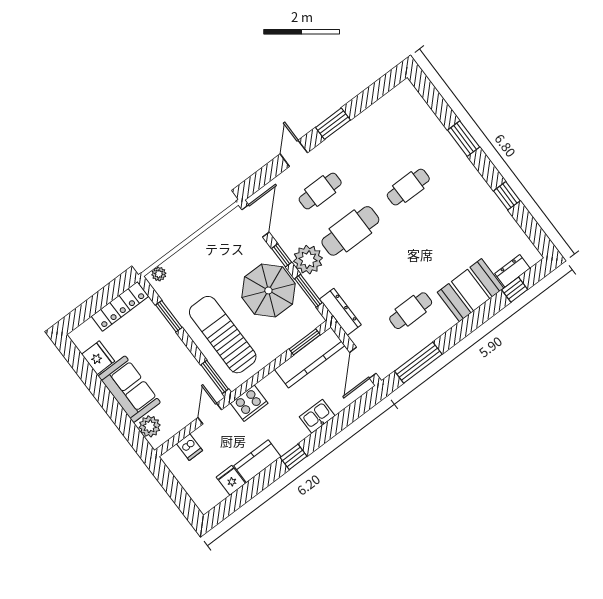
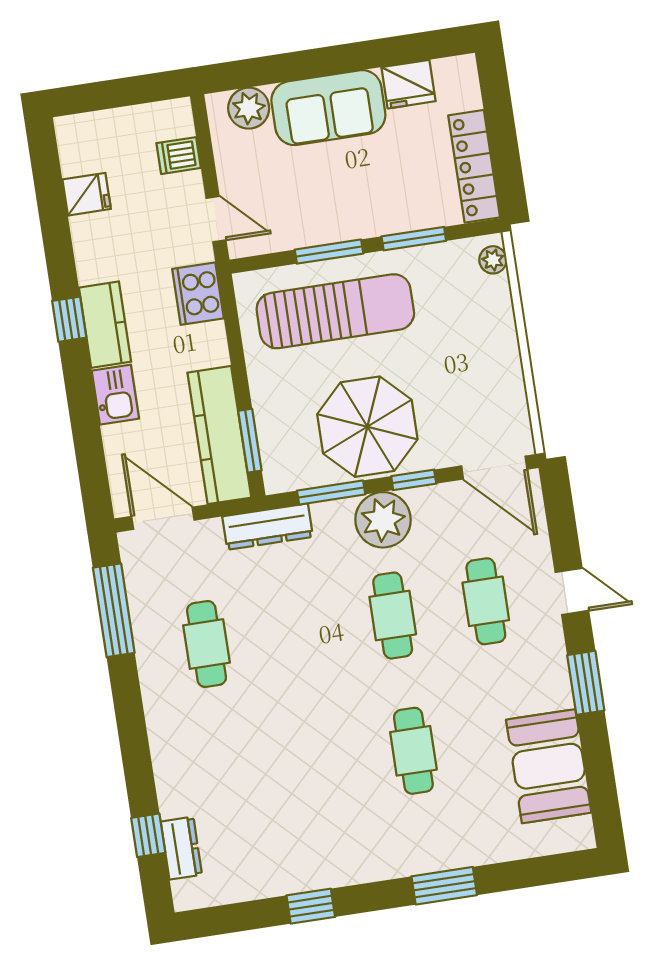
cafe table: (350, 231) -> (393, 616), width x0.73, depth x0.74
booth: (471, 290) -> (549, 766), moved
window: (215, 377) -> (329, 252), moved
kitchen counter: (257, 461) -> (105, 325), moved

